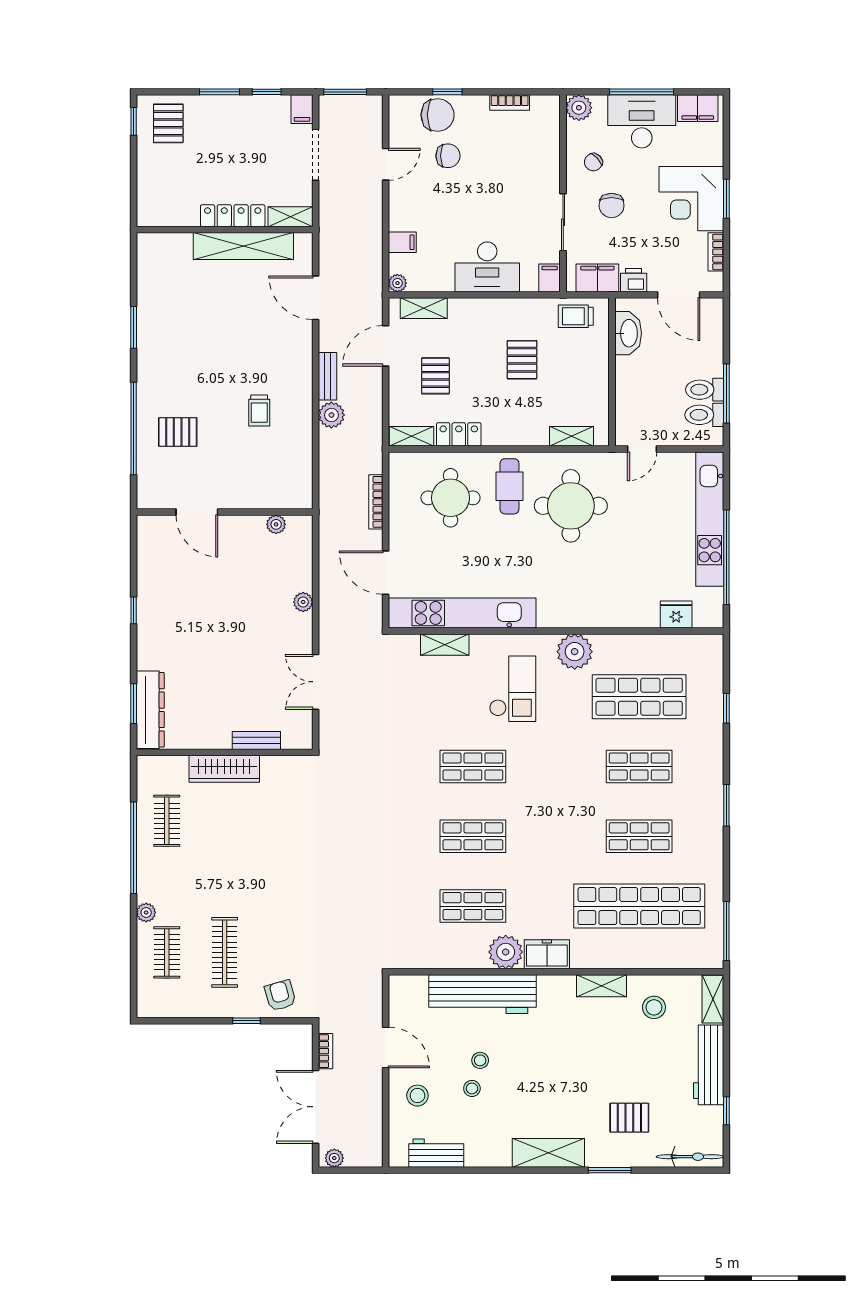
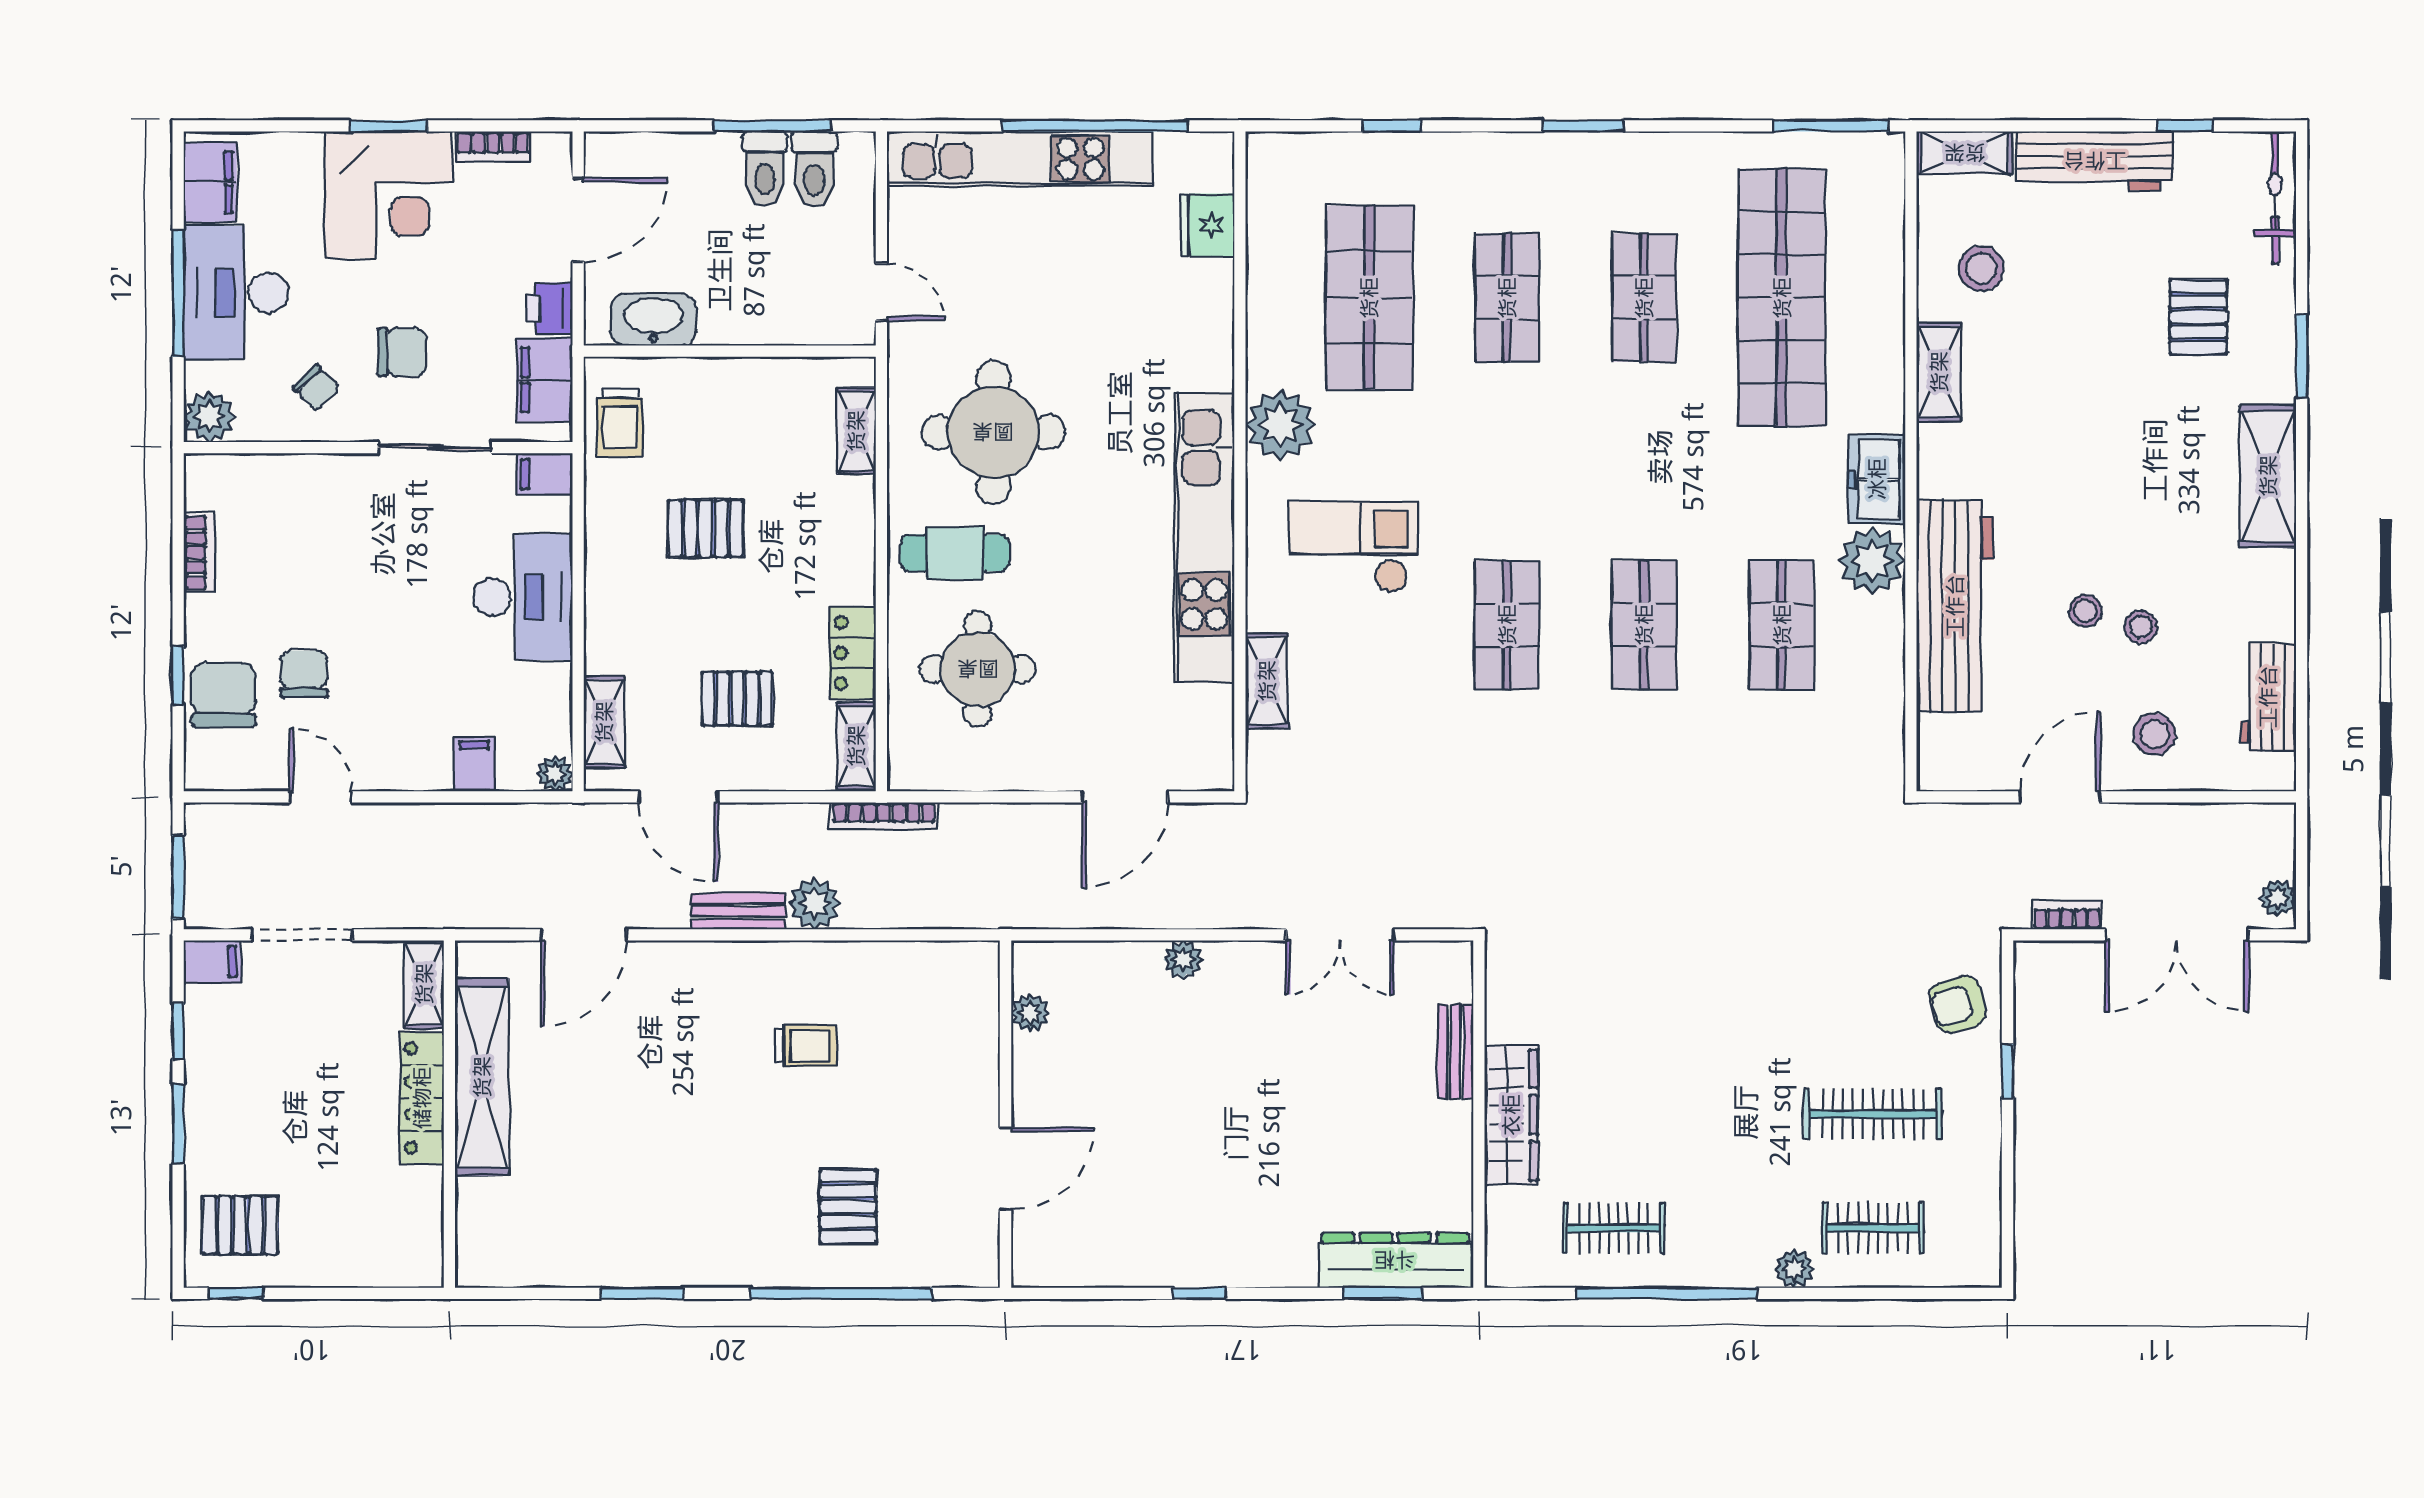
bookcase: (376, 502) -> (884, 816), moved
kitchen unit: (462, 613) -> (1204, 538), moved

